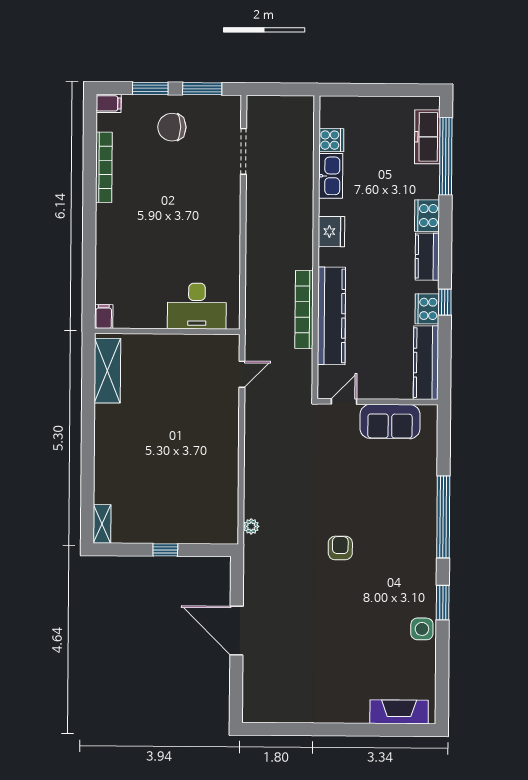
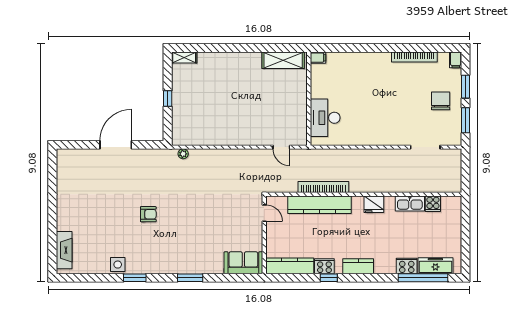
cooker: (427, 216) -> (407, 266), moved
sofa: (390, 422) -> (243, 263), moved, turned 90
window: (443, 517) -> (190, 278), width x0.47
armchair: (340, 548) -> (148, 214), moved

